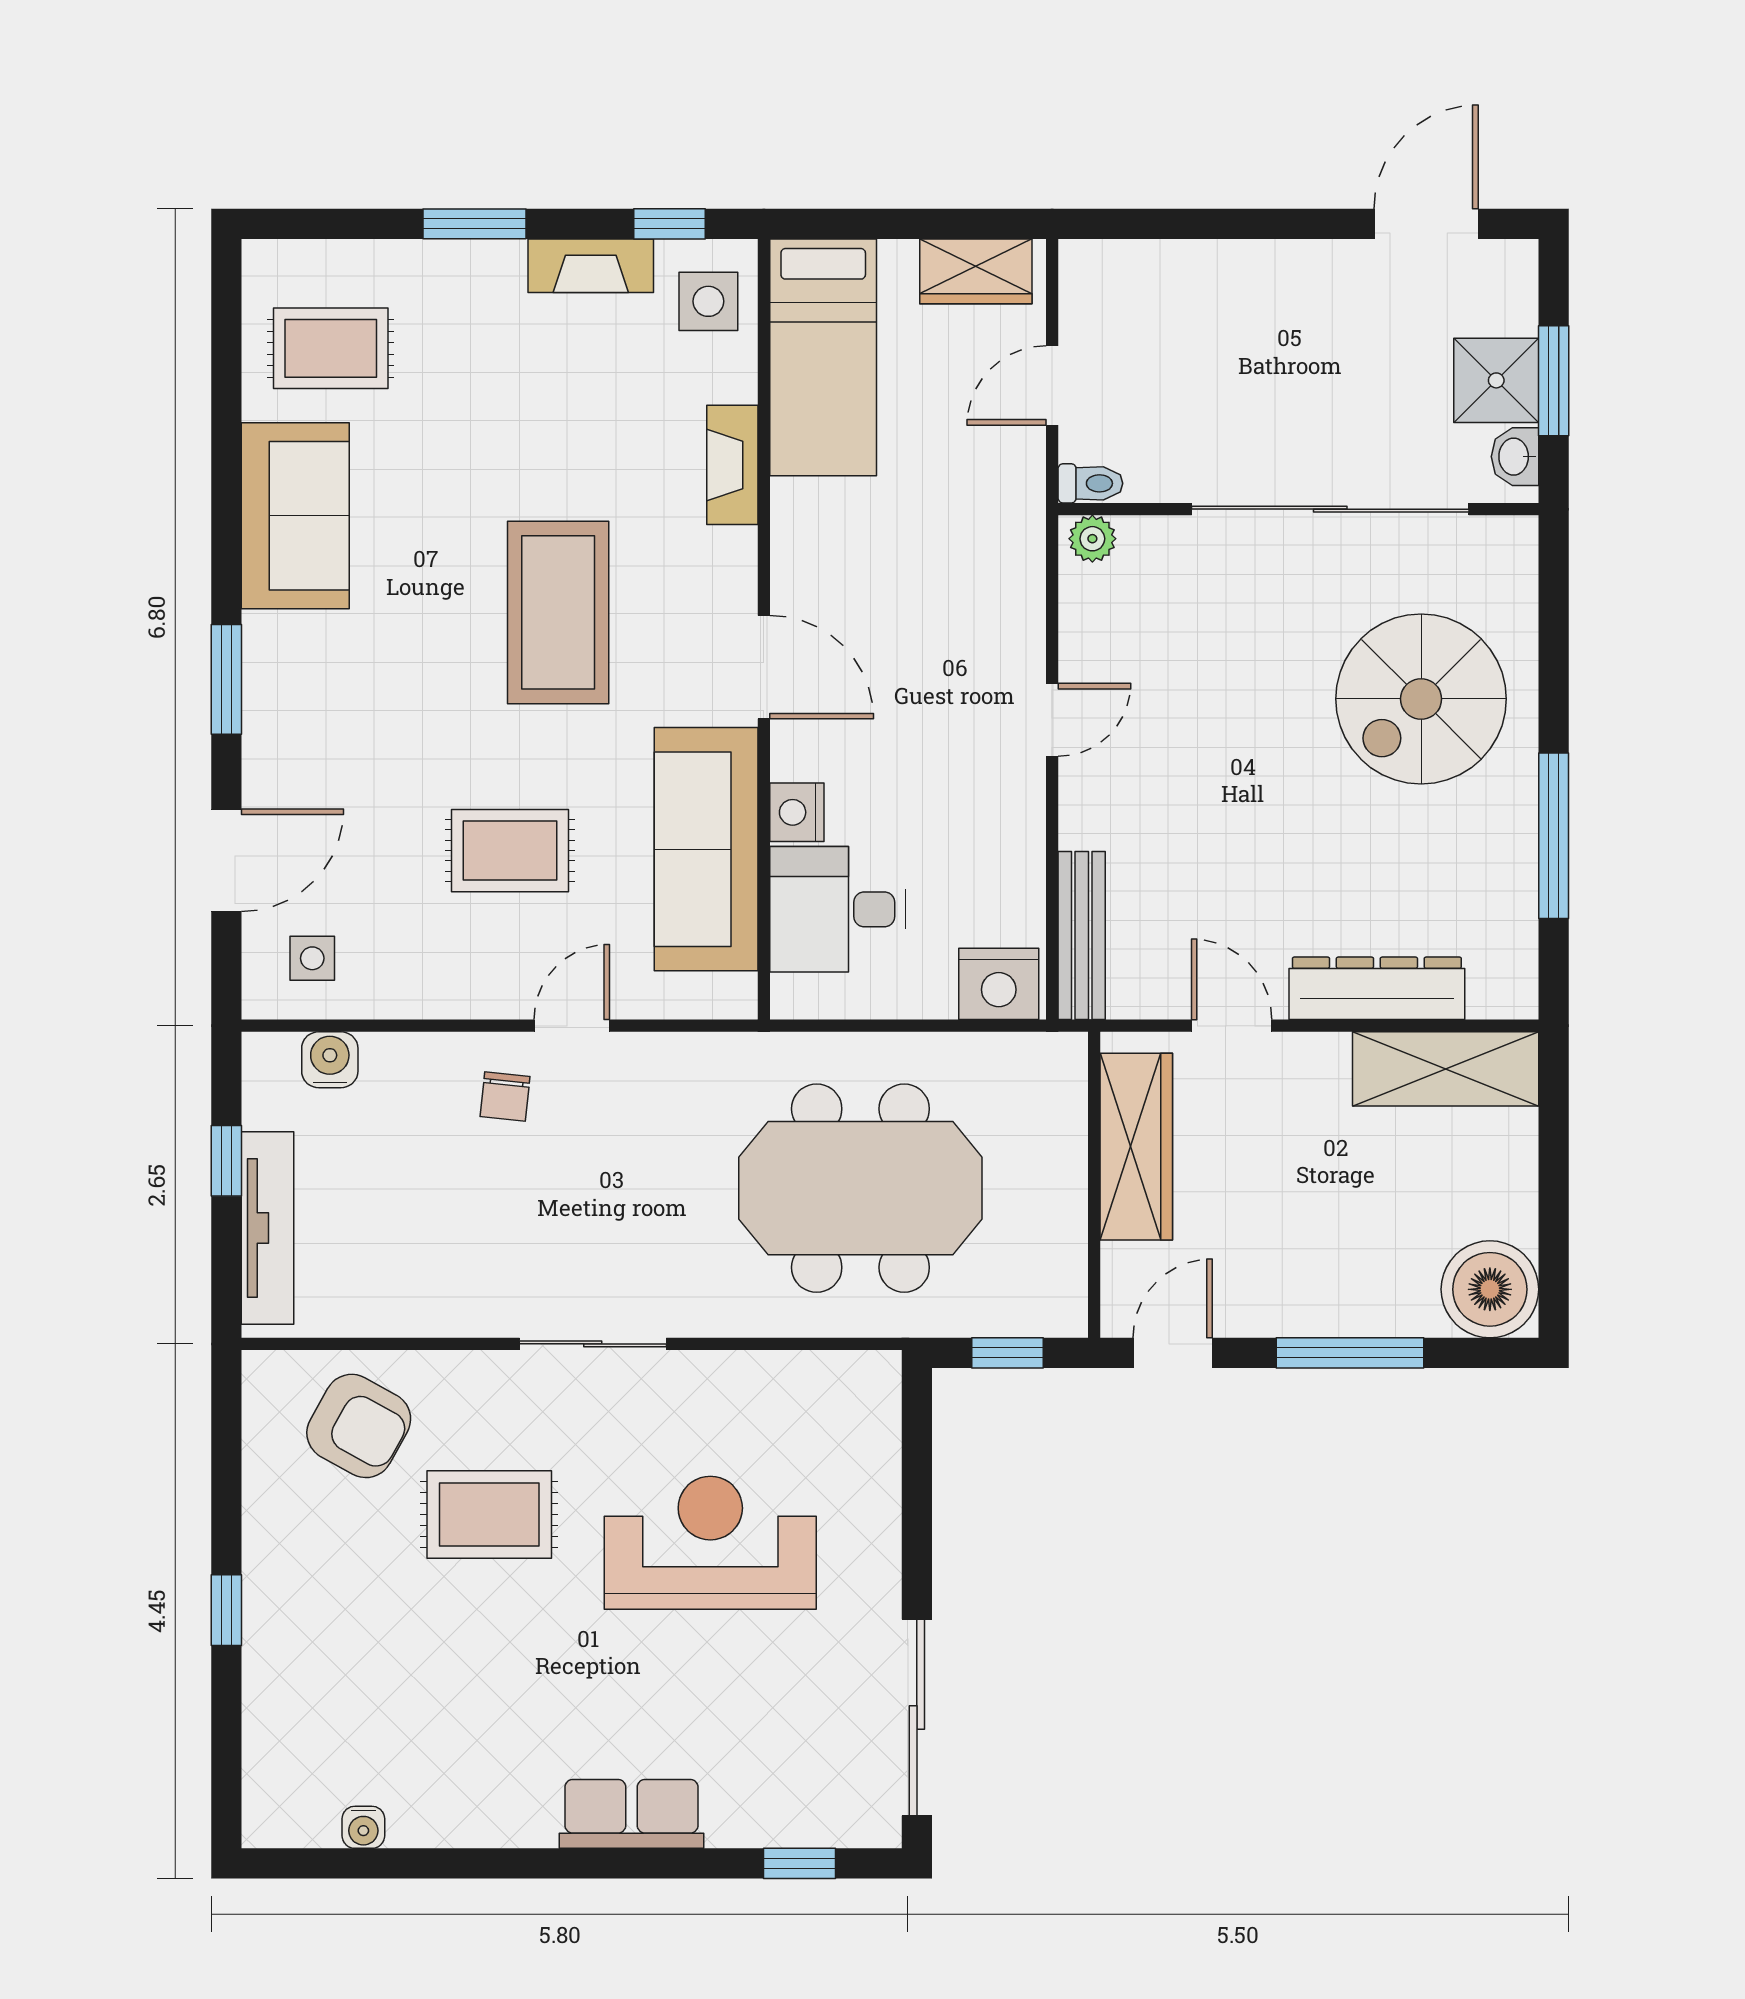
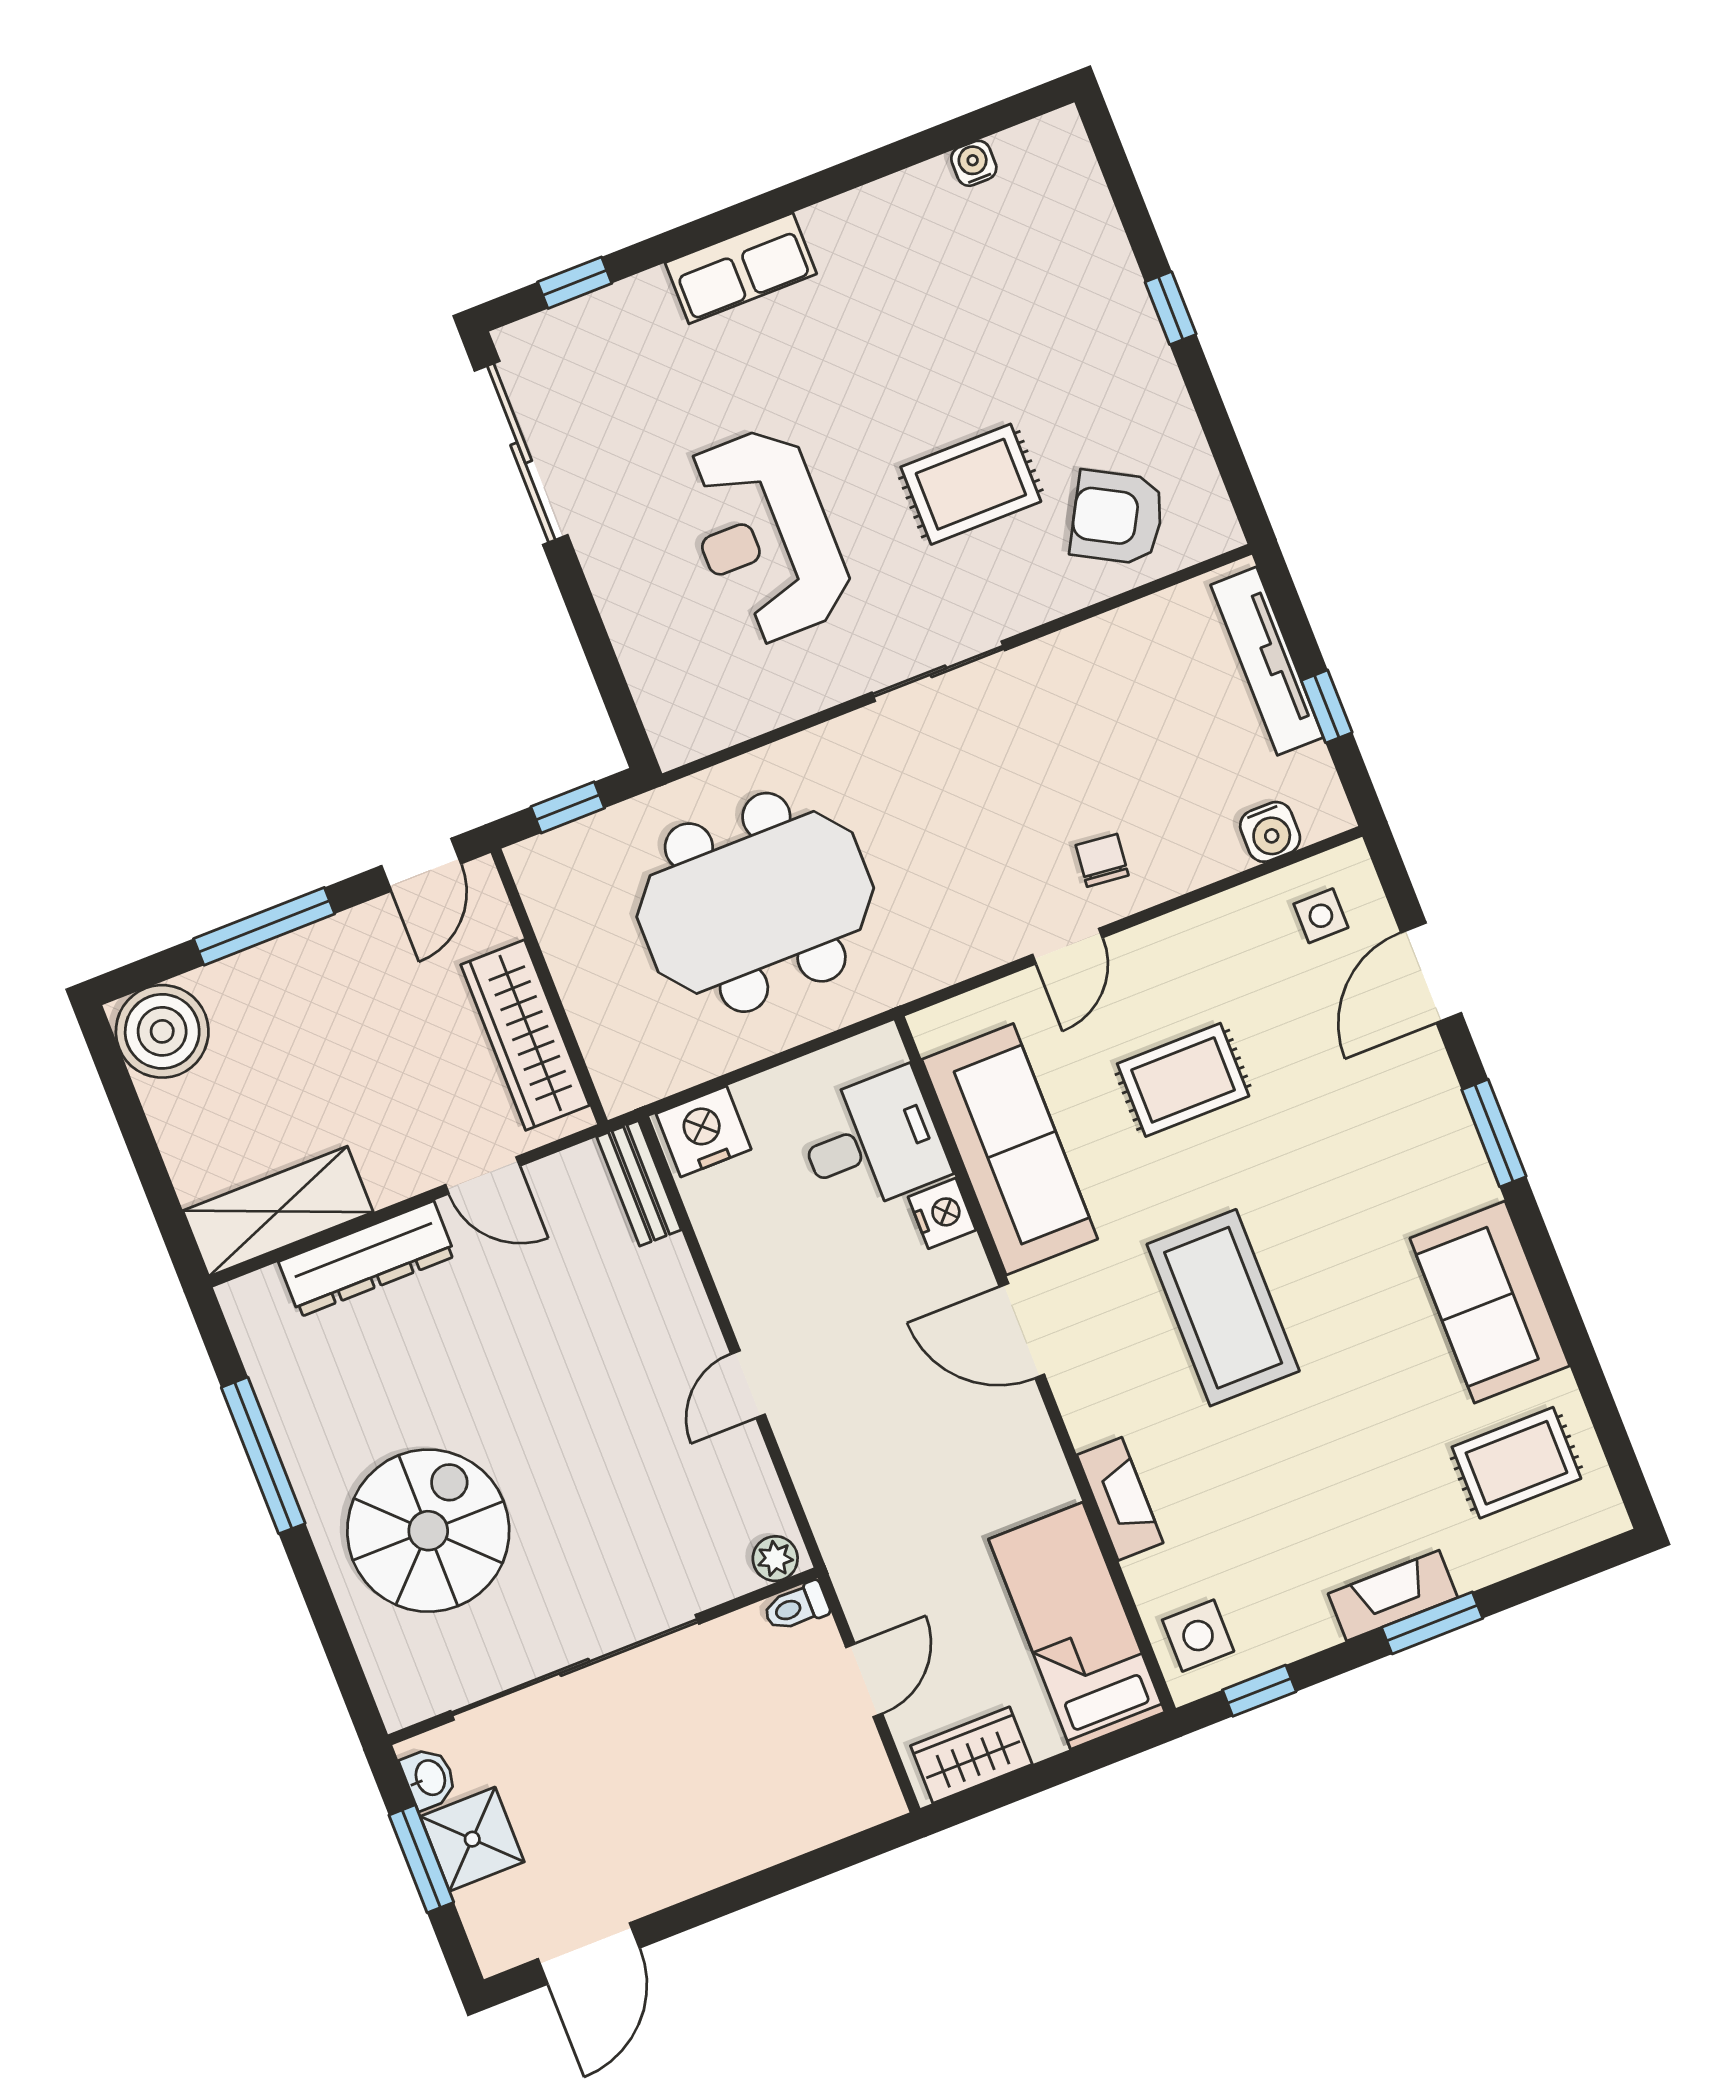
fireplace: (591, 266) -> (1393, 1596), moved
bench: (1082, 936) -> (639, 1183), width x0.73
reception desk: (710, 1543) -> (765, 536), turned 90

